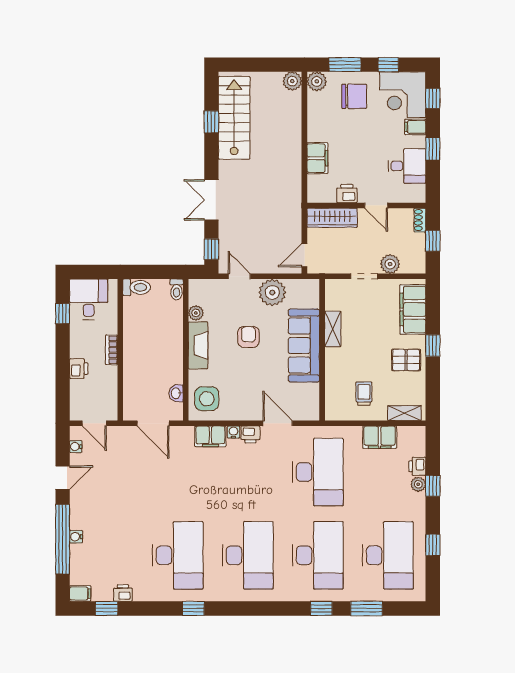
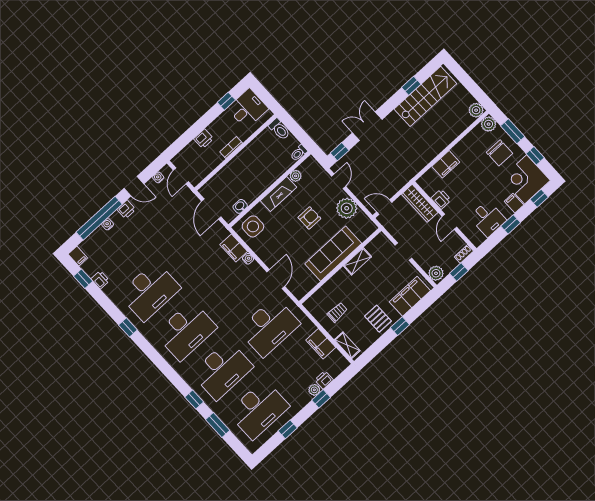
plant: (390, 264) -> (436, 273), moved
printer: (250, 435) -> (126, 209), moved, turned -90

